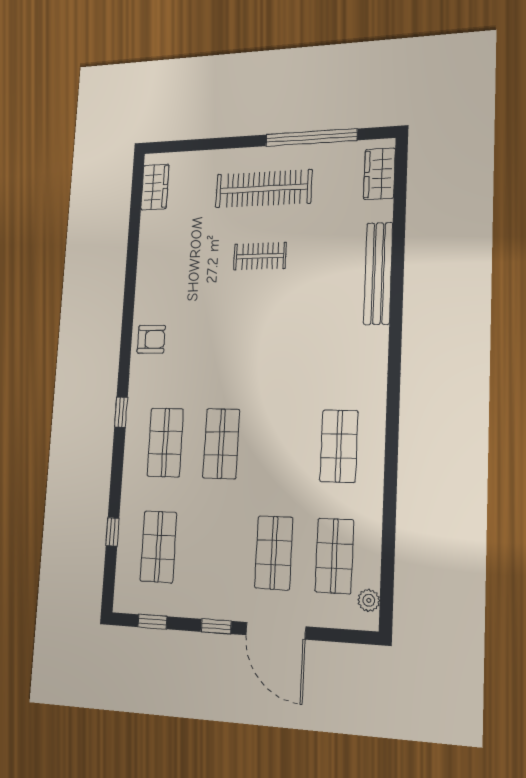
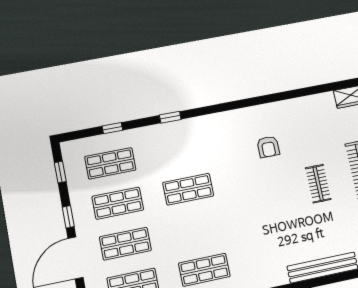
armchair: (151, 339) -> (268, 147), moved
window: (121, 412) -> (170, 117), moved
shop shelf: (165, 442) -> (118, 203), moved

